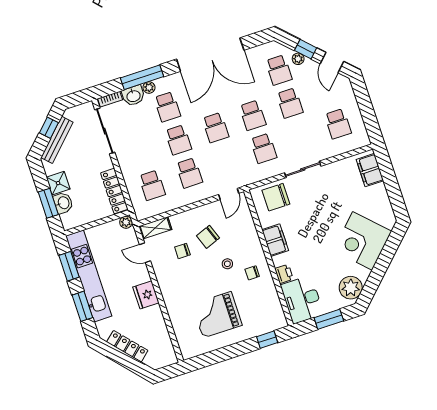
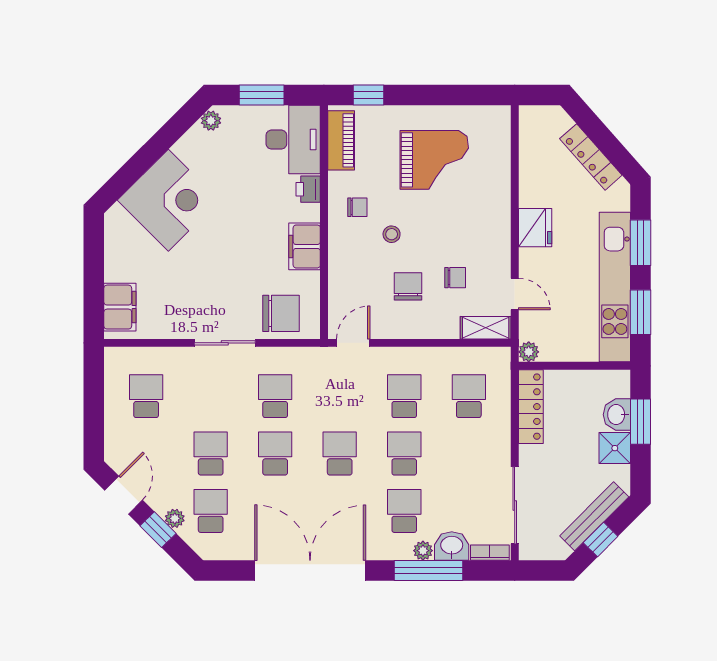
chair: (208, 237) -> (408, 286), turned -70
plant: (351, 288) -> (211, 121), width x0.53, depth x0.53
piano: (274, 308) -> (341, 140), added

